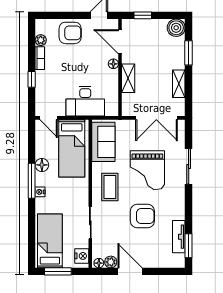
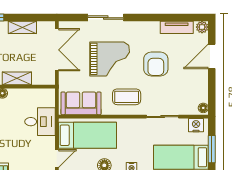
desk: (85, 101) -> (40, 122), width x0.73
armchair: (142, 216) -> (156, 64), turned 180
window: (189, 246) -> (186, 18), removed
plant: (111, 262) -> (202, 27), moved
door: (130, 271) -> (212, 56), moved

